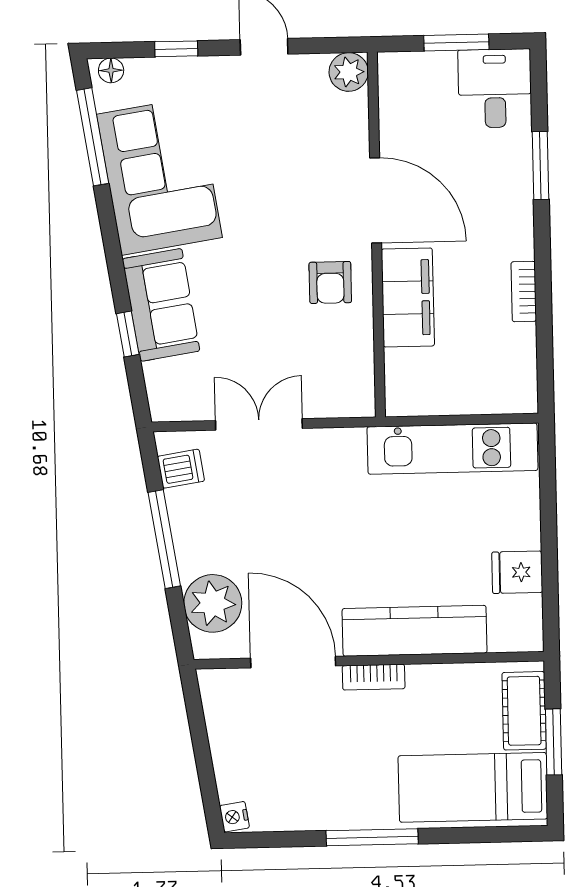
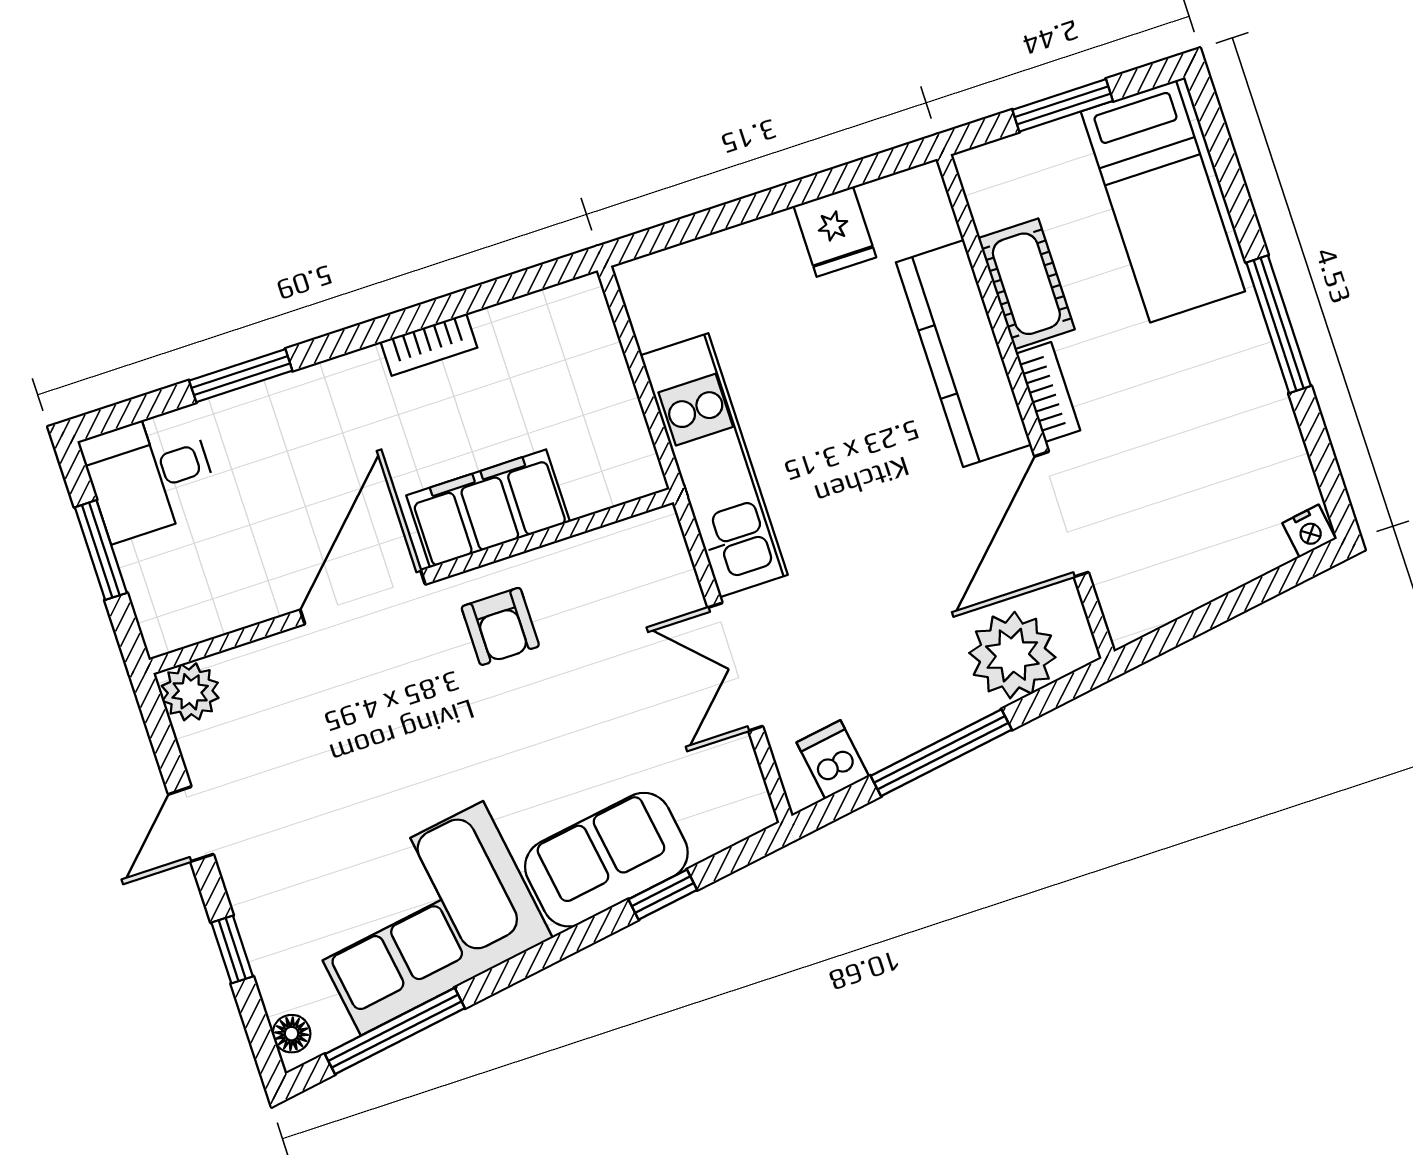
armchair: (330, 282) -> (500, 626), turned 90
kitchen unit: (452, 449) -> (714, 465), moved
cot: (524, 711) -> (1026, 284), moved, turned 90

